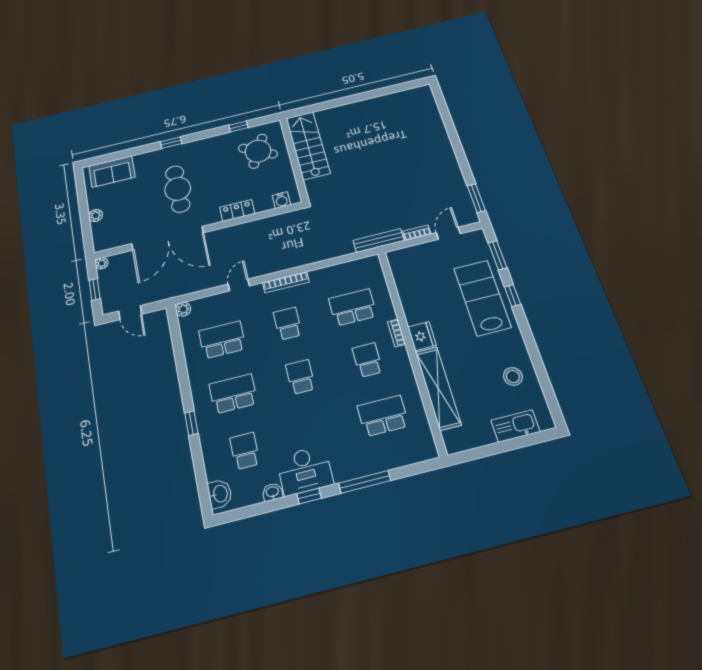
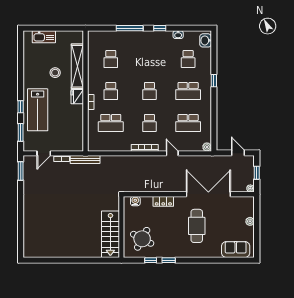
window: (171, 143) -> (169, 260), moved
door: (239, 285) -> (172, 153), swing flipped
stool: (513, 376) -> (55, 73), moved
school desk: (383, 416) -> (111, 59), width x0.54
desk: (305, 470) -> (159, 41), removed

